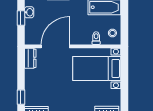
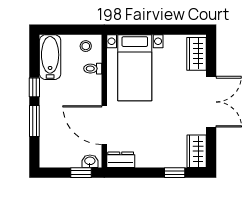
washbasin: (29, 12) -> (90, 161), moved
window: (21, 18) -> (81, 173), moved

